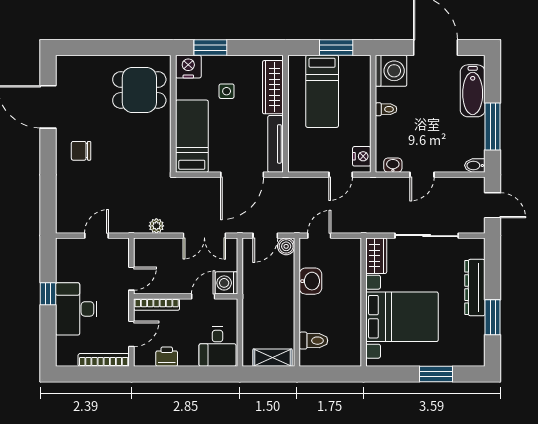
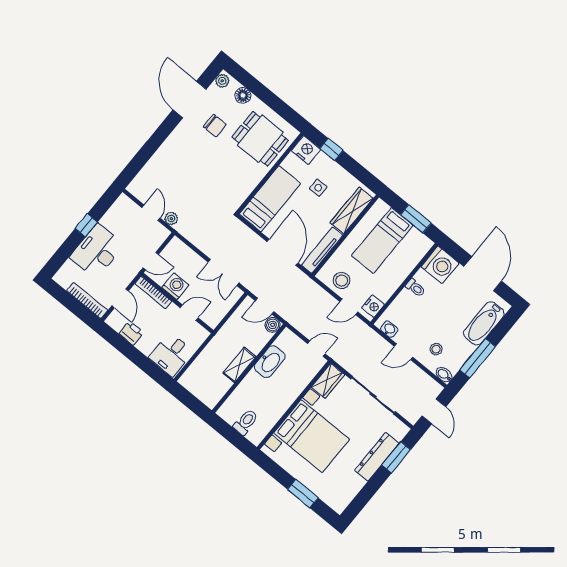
window: (210, 48) -> (331, 149), width x0.67
floor lamp: (92, 64) -> (243, 95), added
plant: (63, 66) -> (222, 81), added
stool: (449, 149) -> (436, 349), added
chair: (81, 151) -> (215, 126), moved, turned 180
stool: (315, 157) -> (342, 281), added
door: (242, 175) -> (282, 252), swing flipped
plant: (156, 226) -> (171, 218), moved
door: (96, 236) -> (151, 213), hinge flipped
door: (319, 236) -> (316, 349), moved
washbasin: (310, 281) -> (270, 362), width x1.38
washing machine: (226, 283) -> (175, 286), moved, turned 90
window: (493, 317) -> (396, 457), moved
door: (131, 334) -> (120, 298), hinge flipped
toilet: (313, 341) -> (246, 422), moved, turned -90
shelving: (273, 358) -> (239, 365), moved, turned 90

